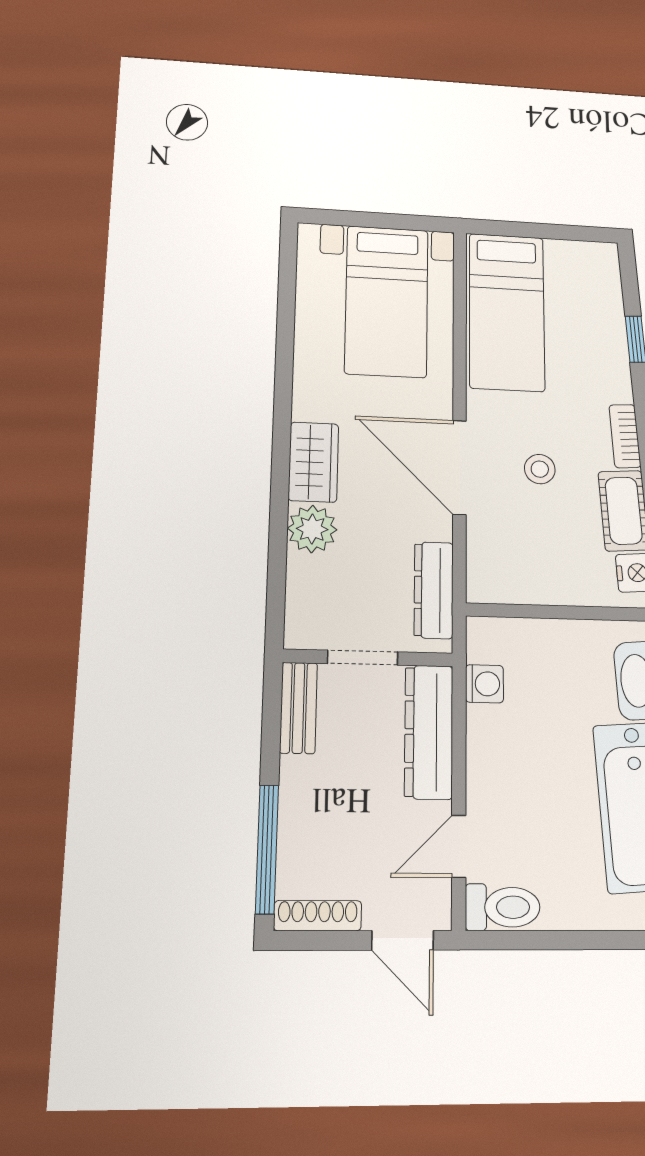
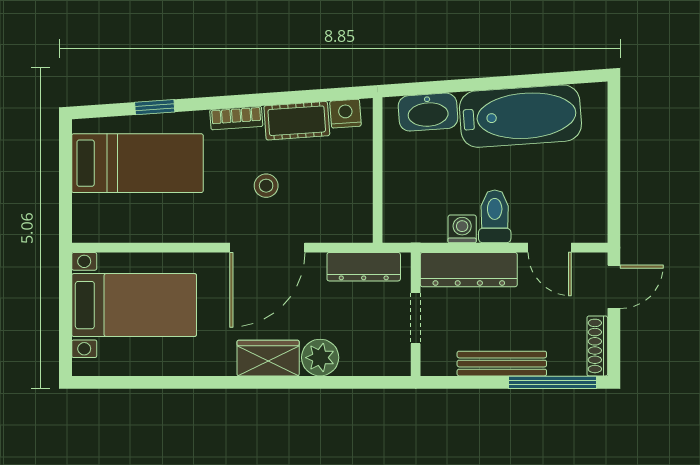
bed: (507, 312) -> (137, 163), moved
washing machine: (484, 684) -> (462, 229), moved
bench: (299, 708) -> (502, 364), moved, width x1.36
toilet: (503, 907) -> (495, 216), moved

